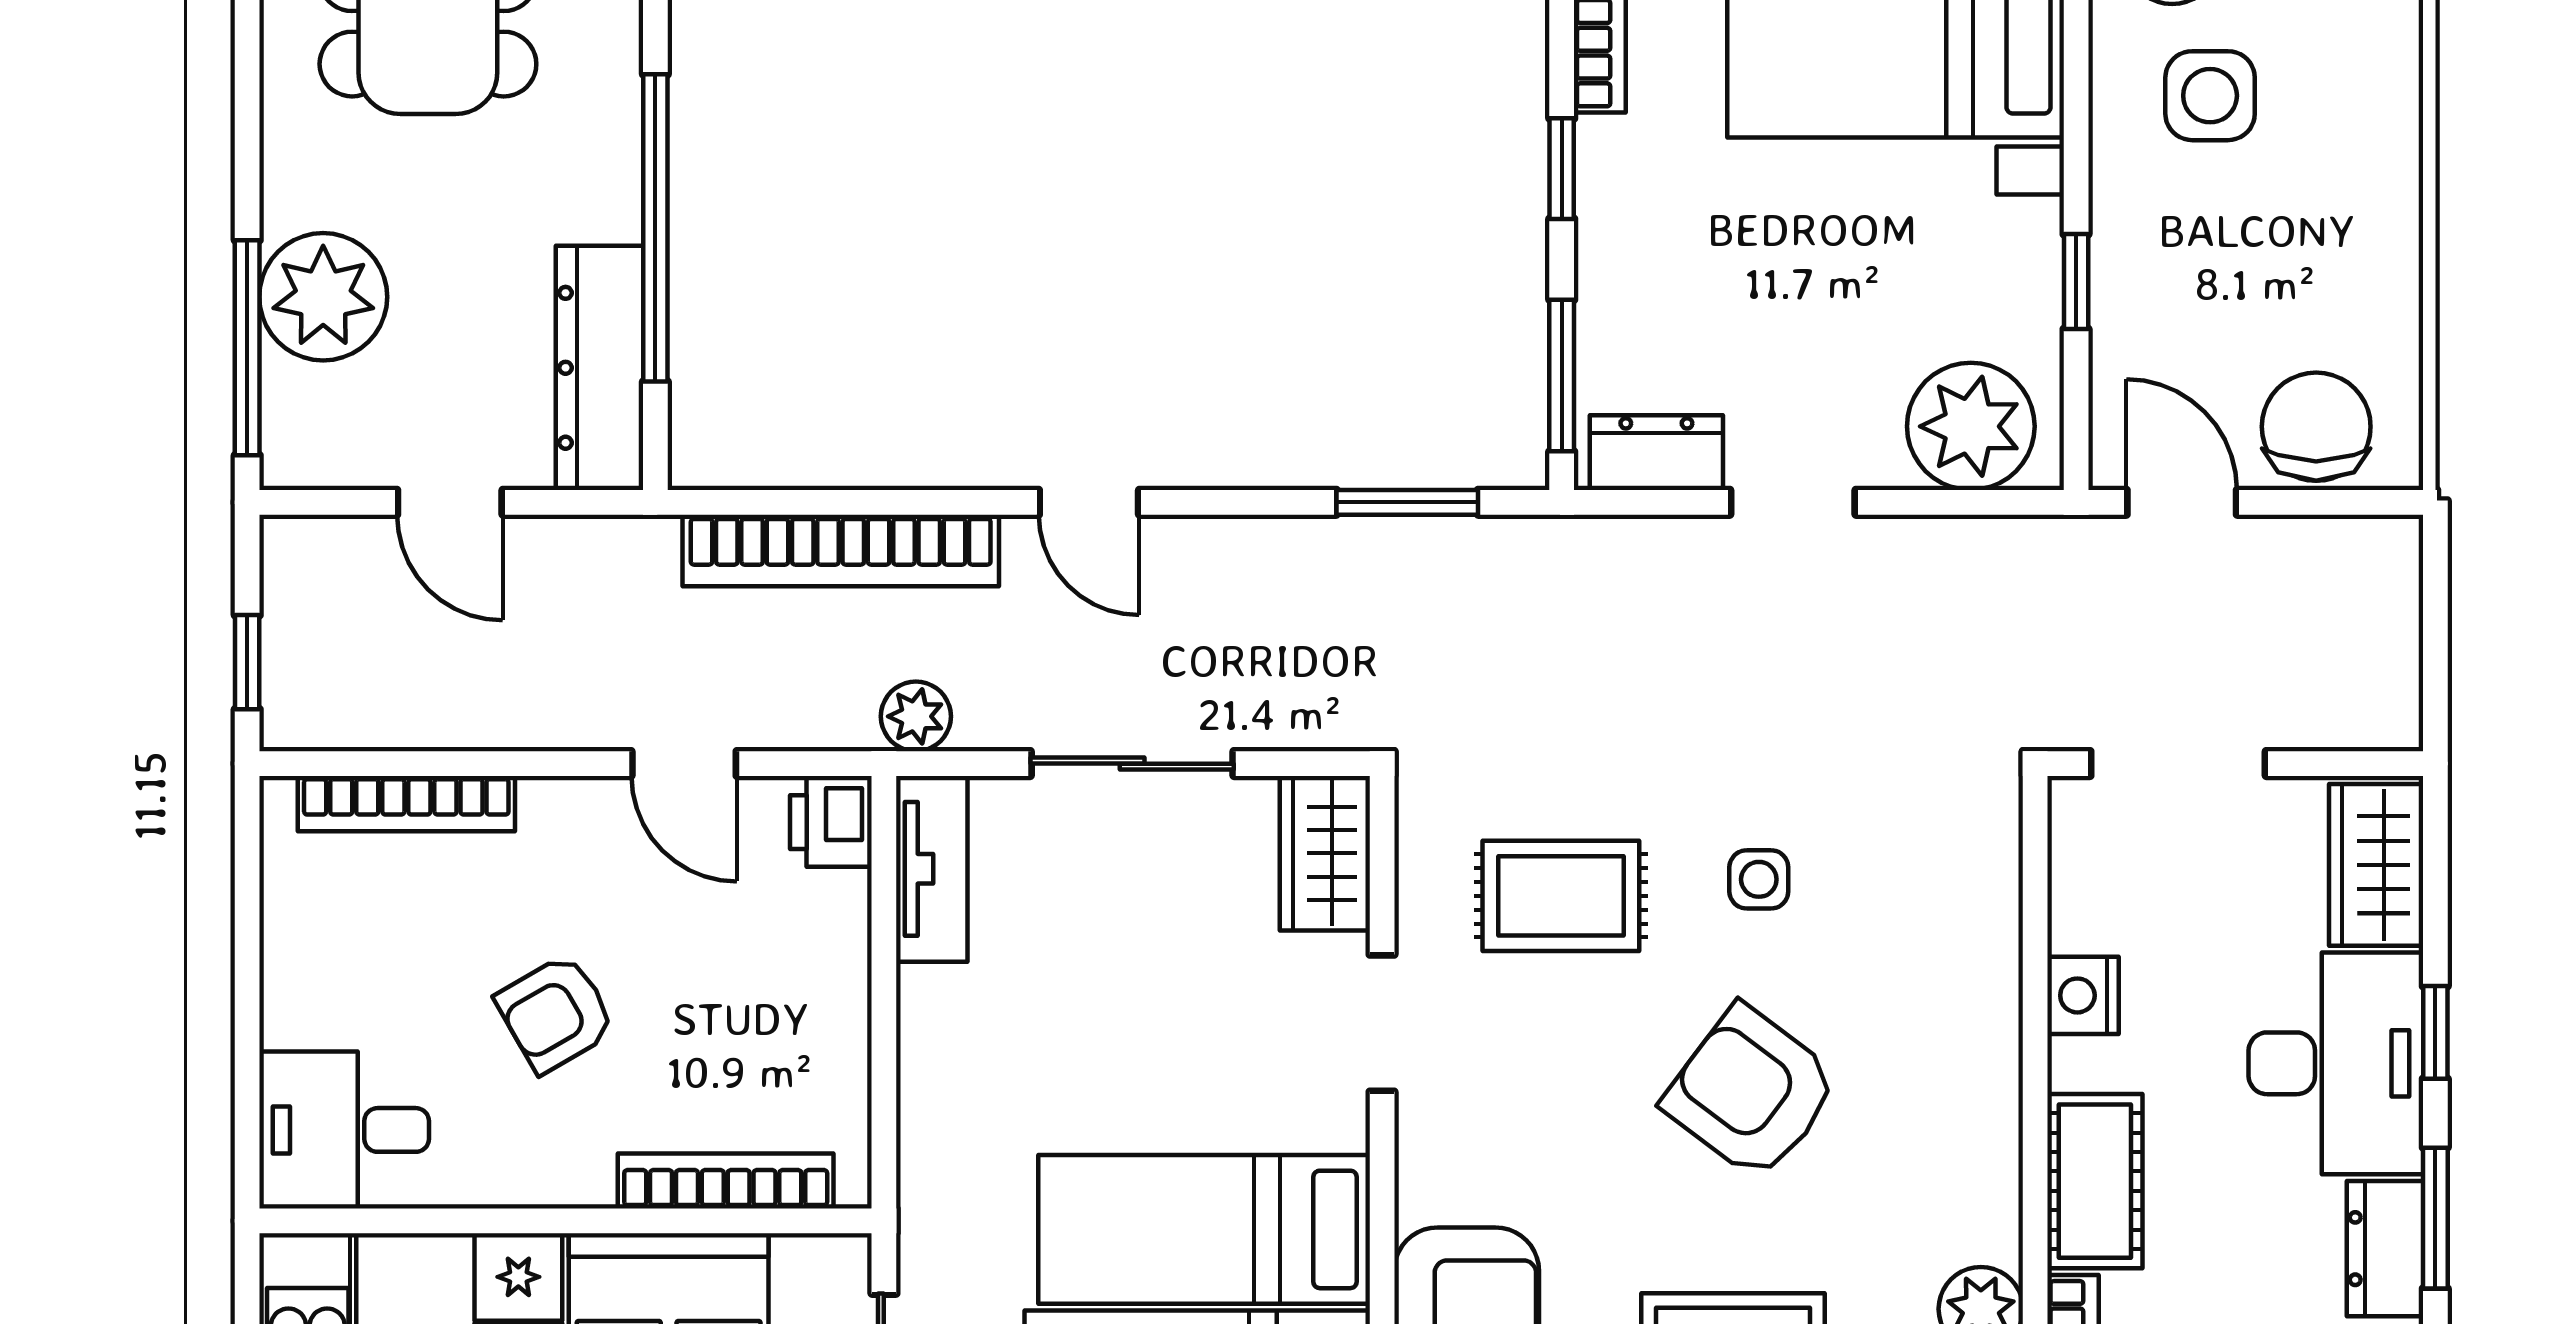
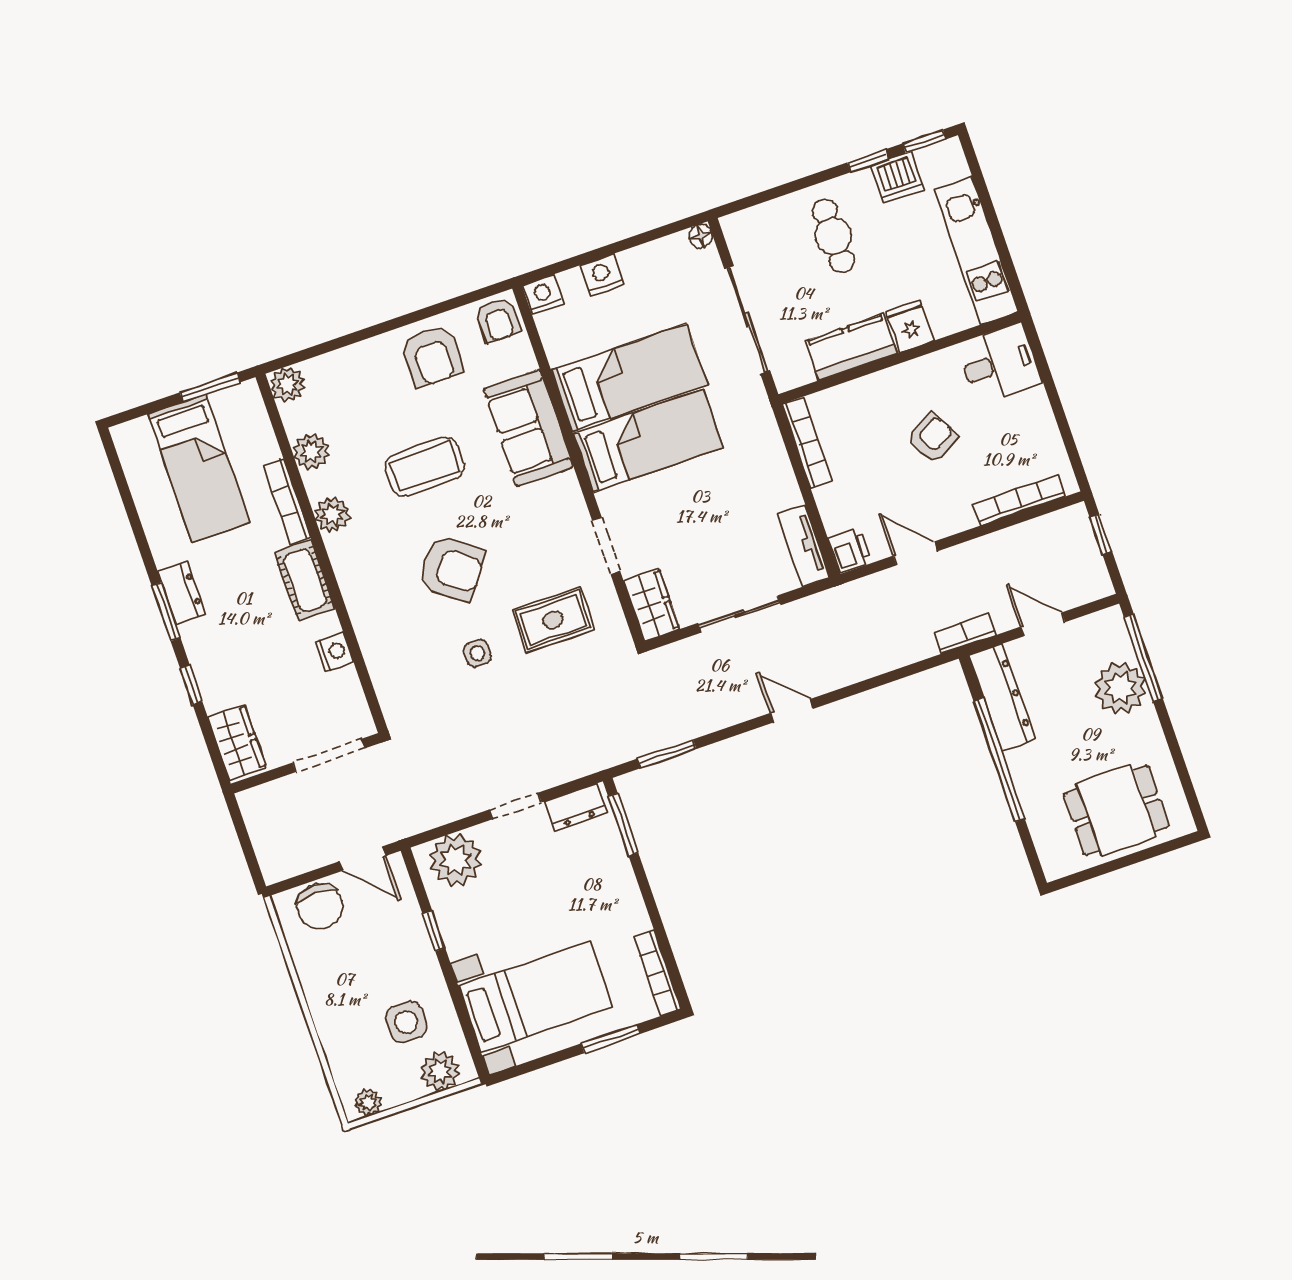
window: (1562, 169) -> (651, 906), removed
bookcase: (841, 550) -> (965, 634), moved, width x0.43, depth x0.76
plant: (916, 716) -> (831, 603), removed
desk: (2336, 1063) -> (226, 659), removed
bookcase: (726, 1181) -> (807, 443), moved, turned -90

